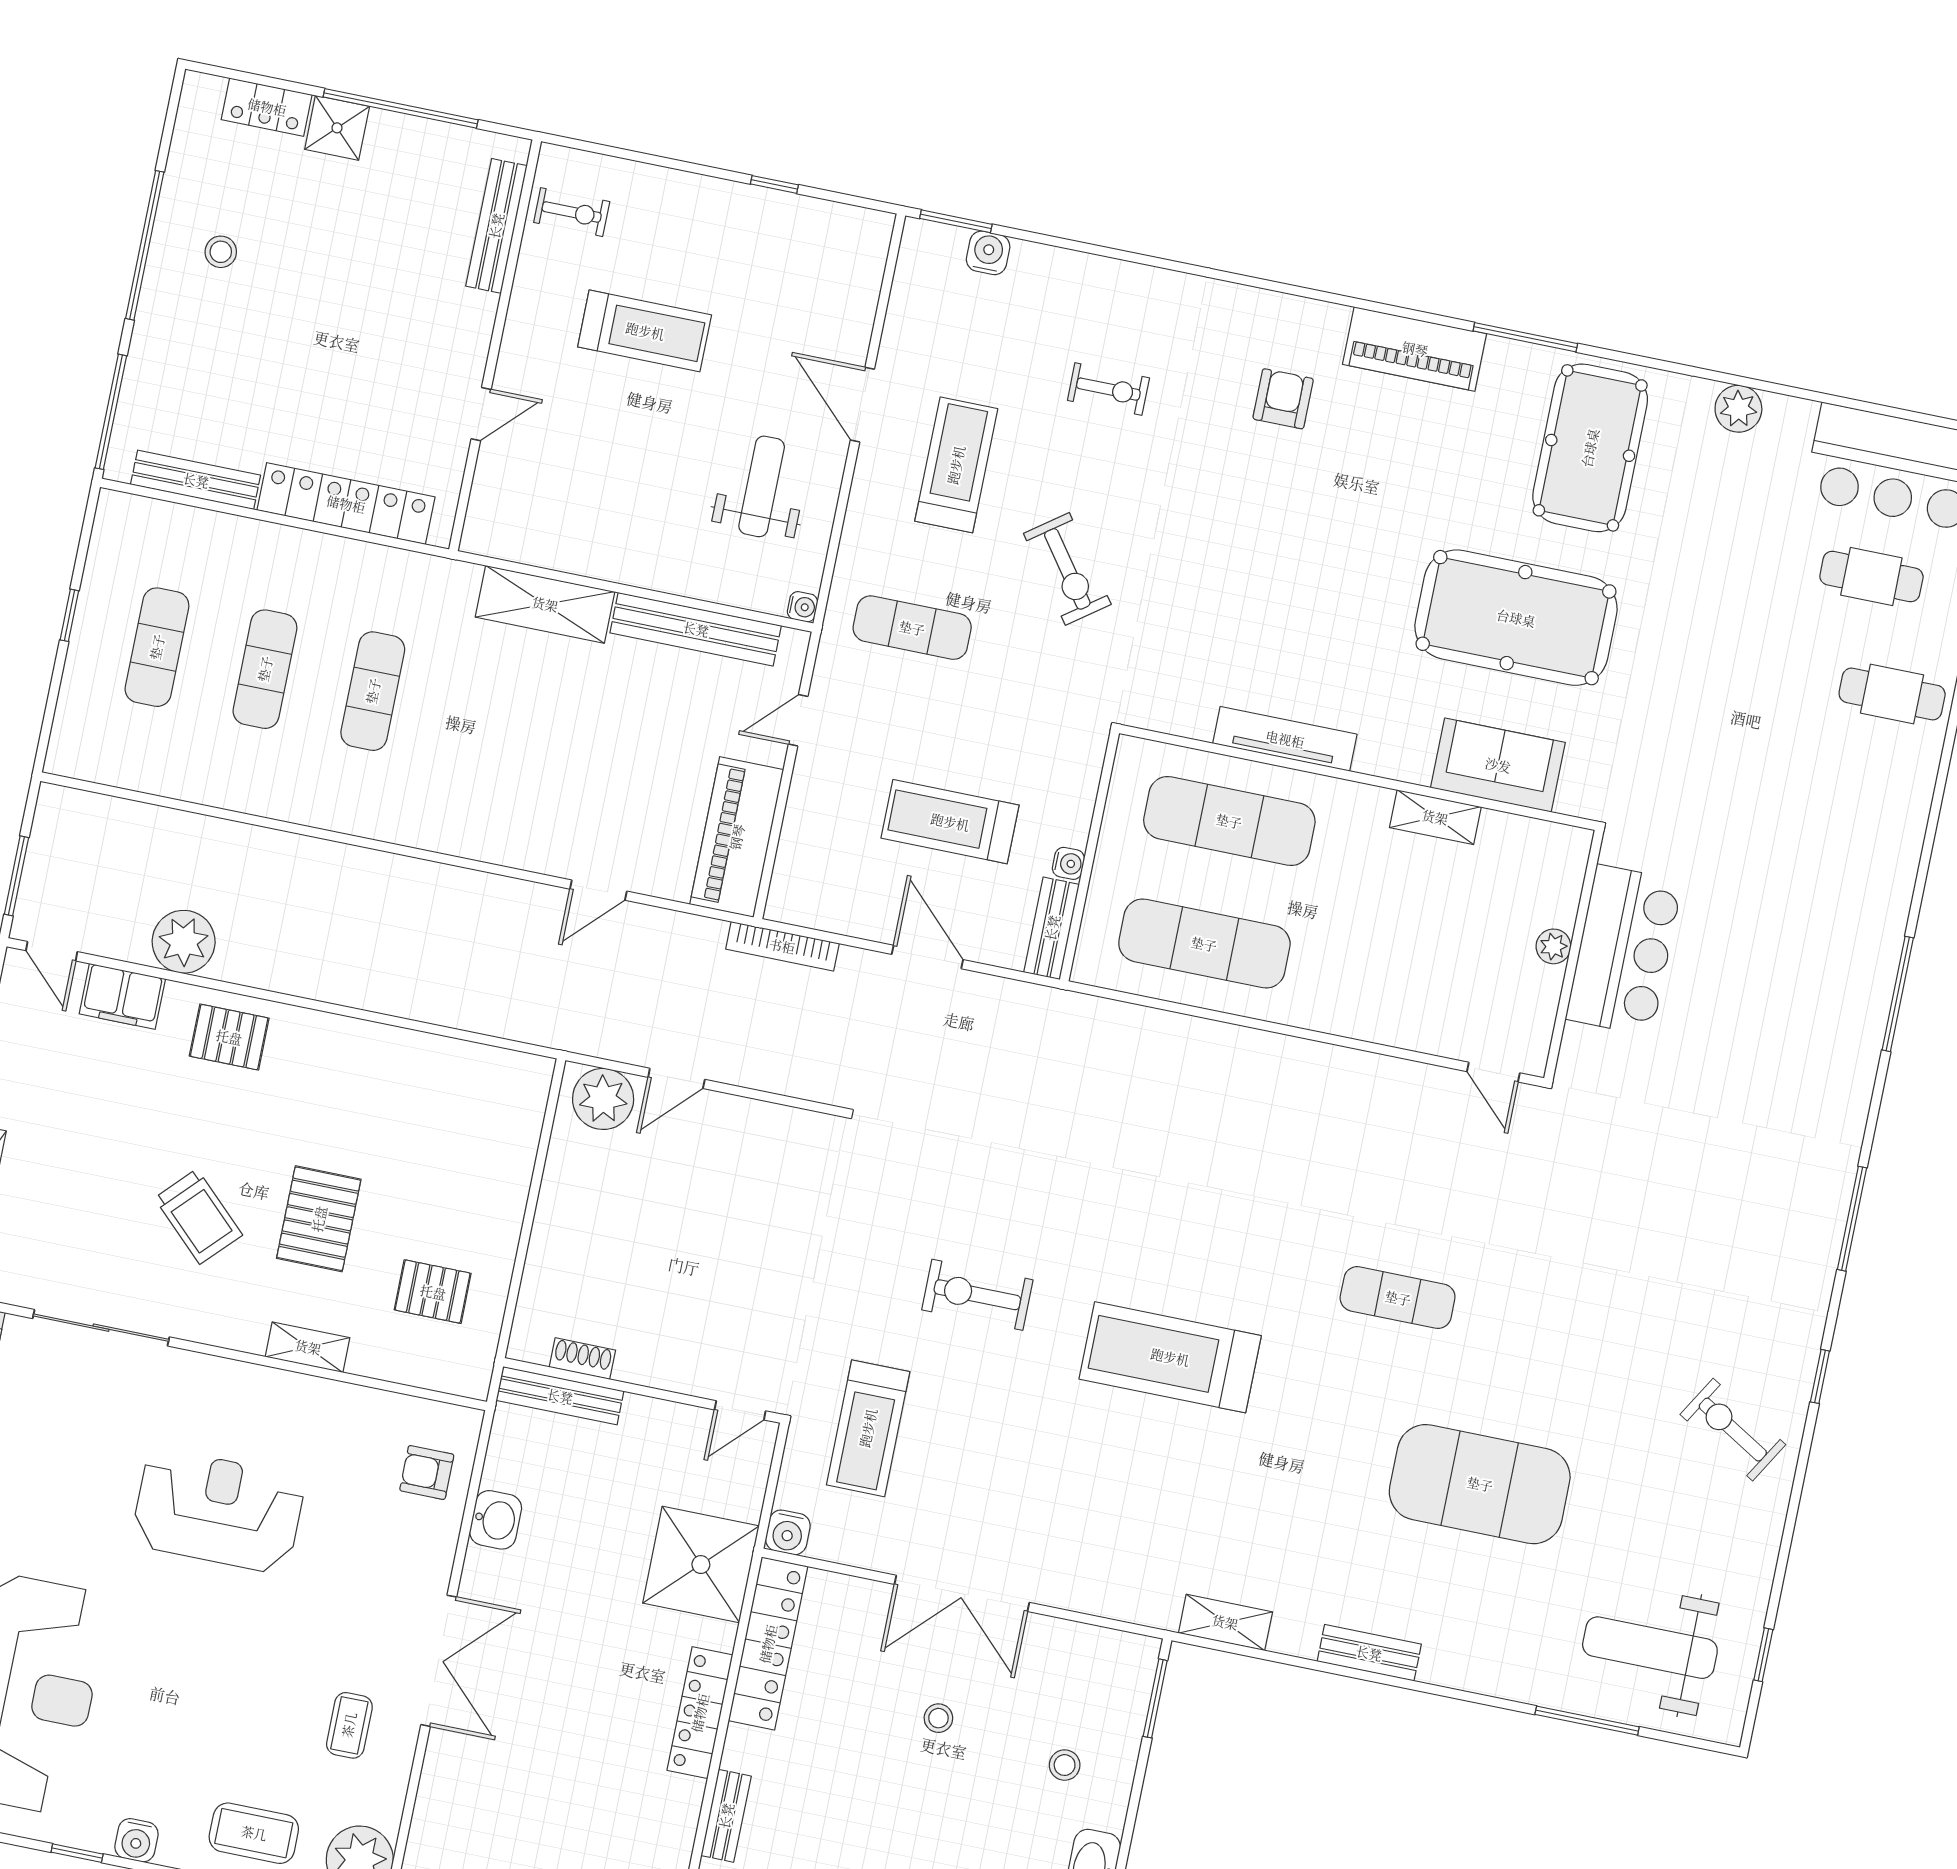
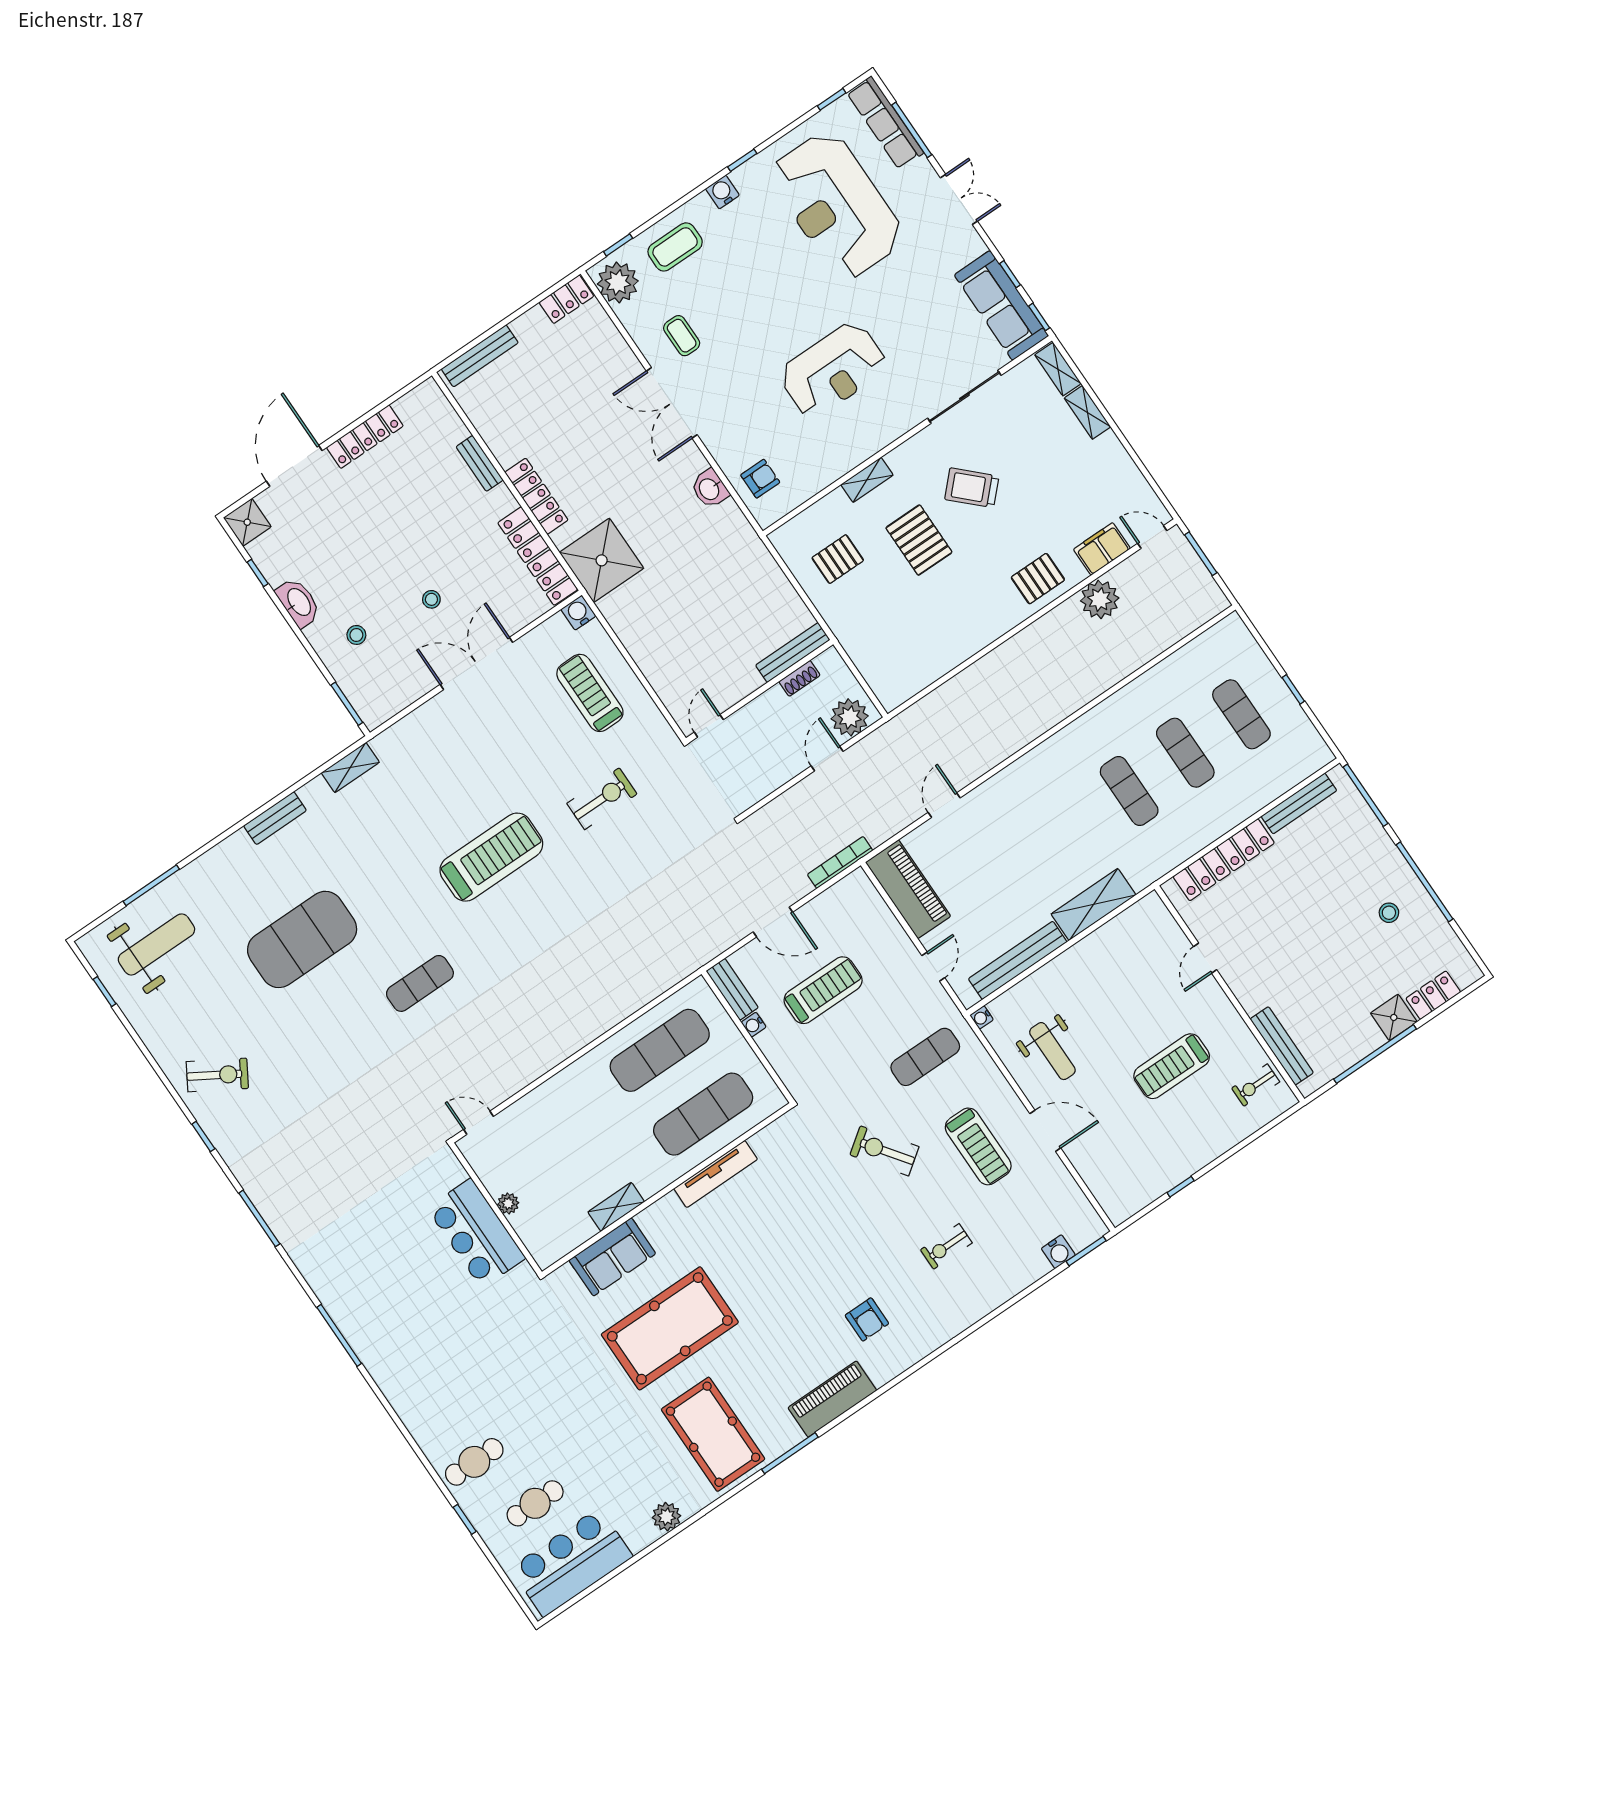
shoe rack: (582, 1359) -> (799, 678), moved
wall: (642, 1390) -> (760, 691), moved
bench: (560, 1396) -> (793, 653), moved
door: (740, 1410) -> (709, 726), moved

